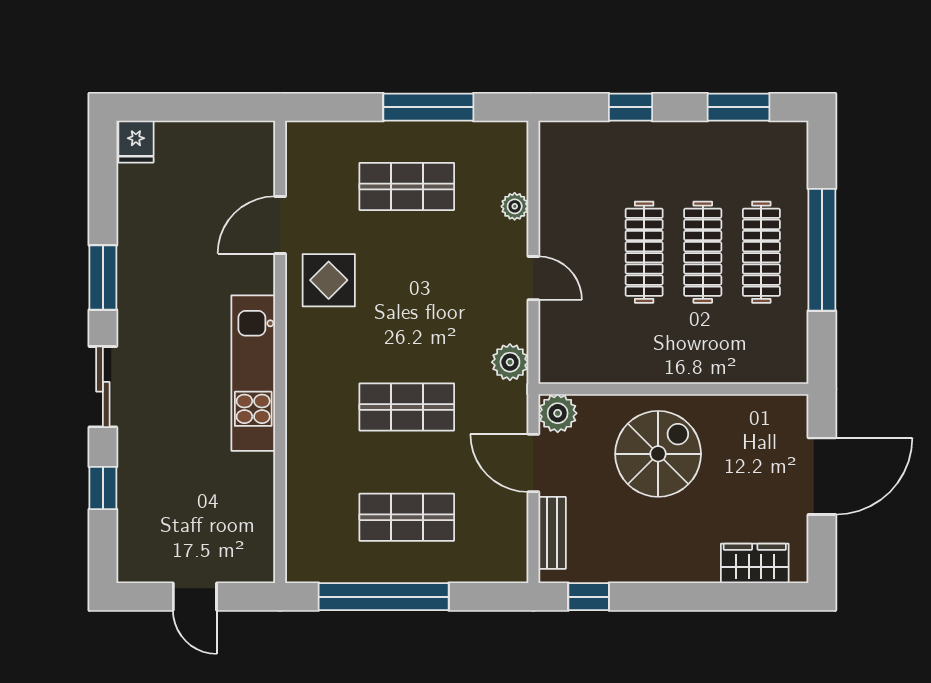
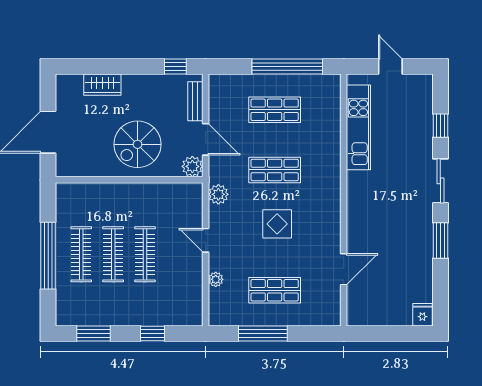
display table: (329, 280) -> (277, 224), moved
kitchen unit: (253, 373) -> (358, 127), moved
wardrobe: (755, 563) -> (102, 85), moved

